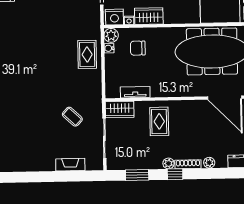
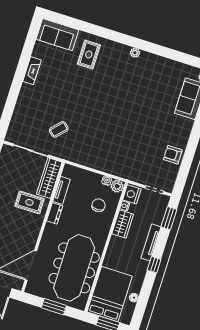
rug: (87, 54) -> (108, 160), removed
dresser: (162, 91) -> (55, 213), added
wardrobe: (120, 110) -> (49, 178), width x1.50
fireplace: (70, 165) -> (32, 71), moved

